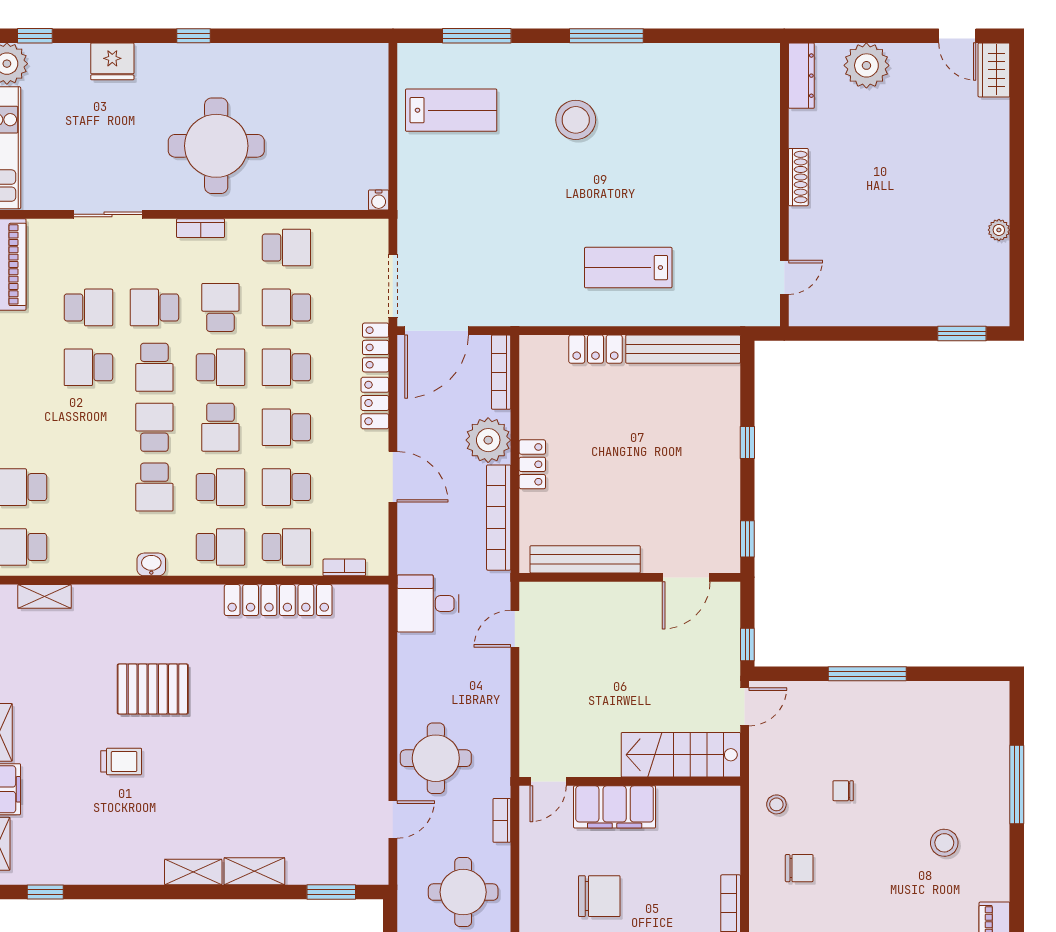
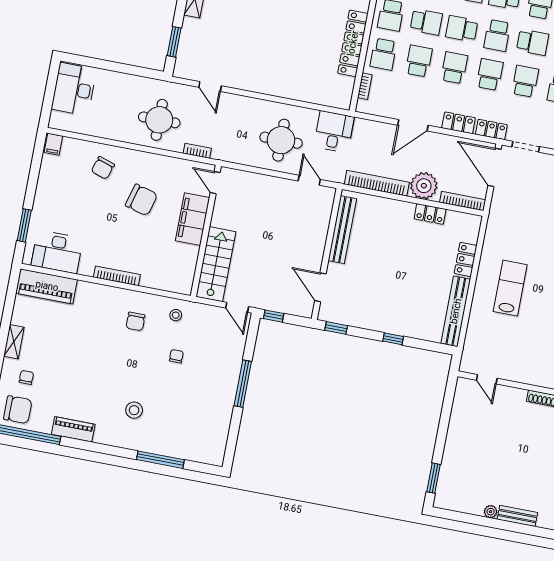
bench: (998, 185) -> (517, 516), added
doorway: (393, 286) -> (526, 147), width x0.73
locker: (532, 464) -> (430, 214), moved
school desk: (220, 487) -> (426, 22), turned -90
round table: (436, 758) -> (281, 140), moved
chair: (599, 896) -> (141, 200), turned -75

